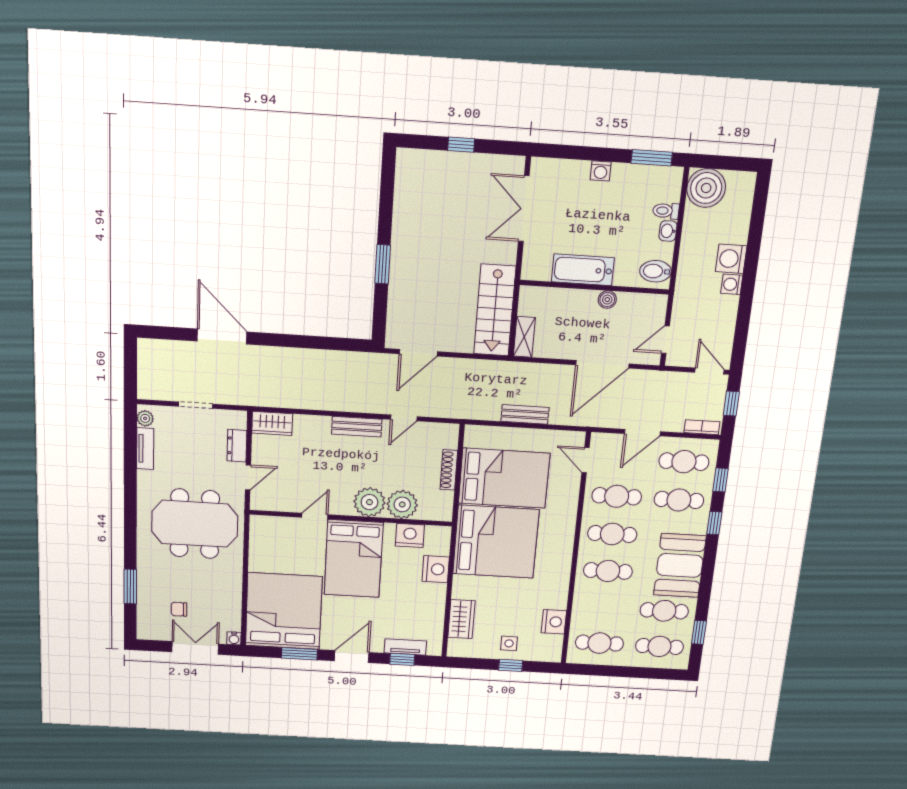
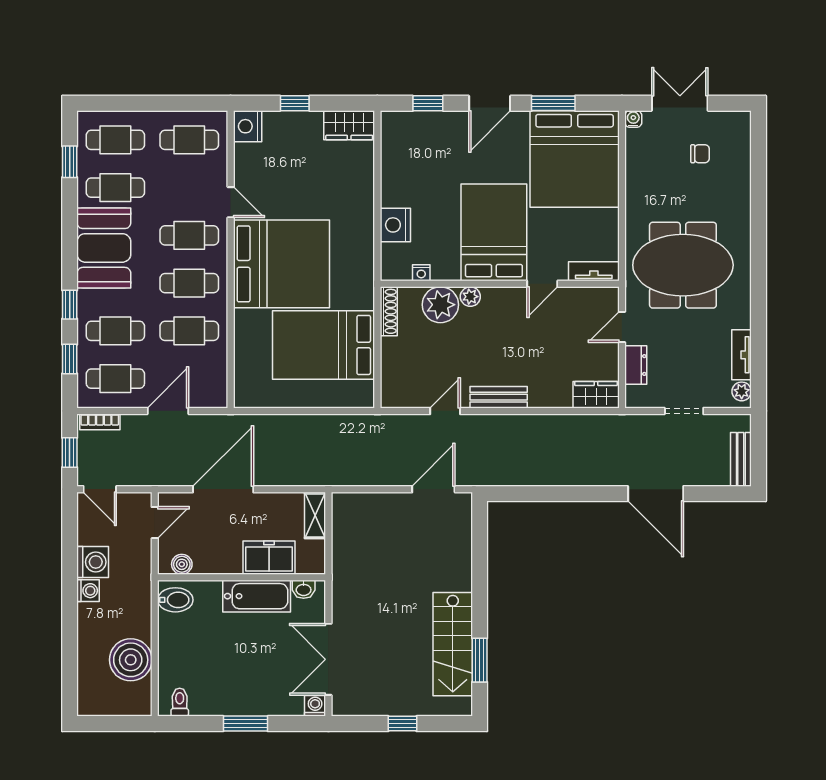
window: (652, 158) -> (246, 724), moved
washing machine: (601, 171) -> (315, 706), moved
boiler: (706, 188) -> (131, 660), moved
double door: (524, 209) -> (328, 659), swing flipped
toilet: (666, 211) -> (180, 702), moved, turned -90
washbasin: (668, 231) -> (304, 589), moved, turned 90
washing machine: (731, 259) -> (93, 562), moved
window: (383, 264) -> (480, 660), moved
boiler: (607, 300) -> (182, 564), moved
freezer: (568, 303) -> (269, 558), added
stairs: (495, 310) -> (453, 644), moved, turned 180
bench: (525, 414) -> (741, 459), moved, turned 90
door: (585, 460) -> (231, 202), moved
shoe rack: (449, 470) -> (389, 311), moved
plant: (369, 502) -> (470, 297), width x0.53, depth x0.53
nightstand: (410, 535) -> (421, 273), width x0.53, depth x0.56
bed: (496, 542) -> (281, 264), moved, turned 180
window: (130, 587) -> (758, 180), removed
wardrobe: (461, 619) -> (349, 125), moved, turned -90
nightstand: (554, 622) -> (248, 126), moved
side table: (509, 643) -> (299, 133), removed
tv unit: (405, 647) -> (594, 271), moved, turned 180
double door: (195, 648) -> (680, 103), swing flipped

